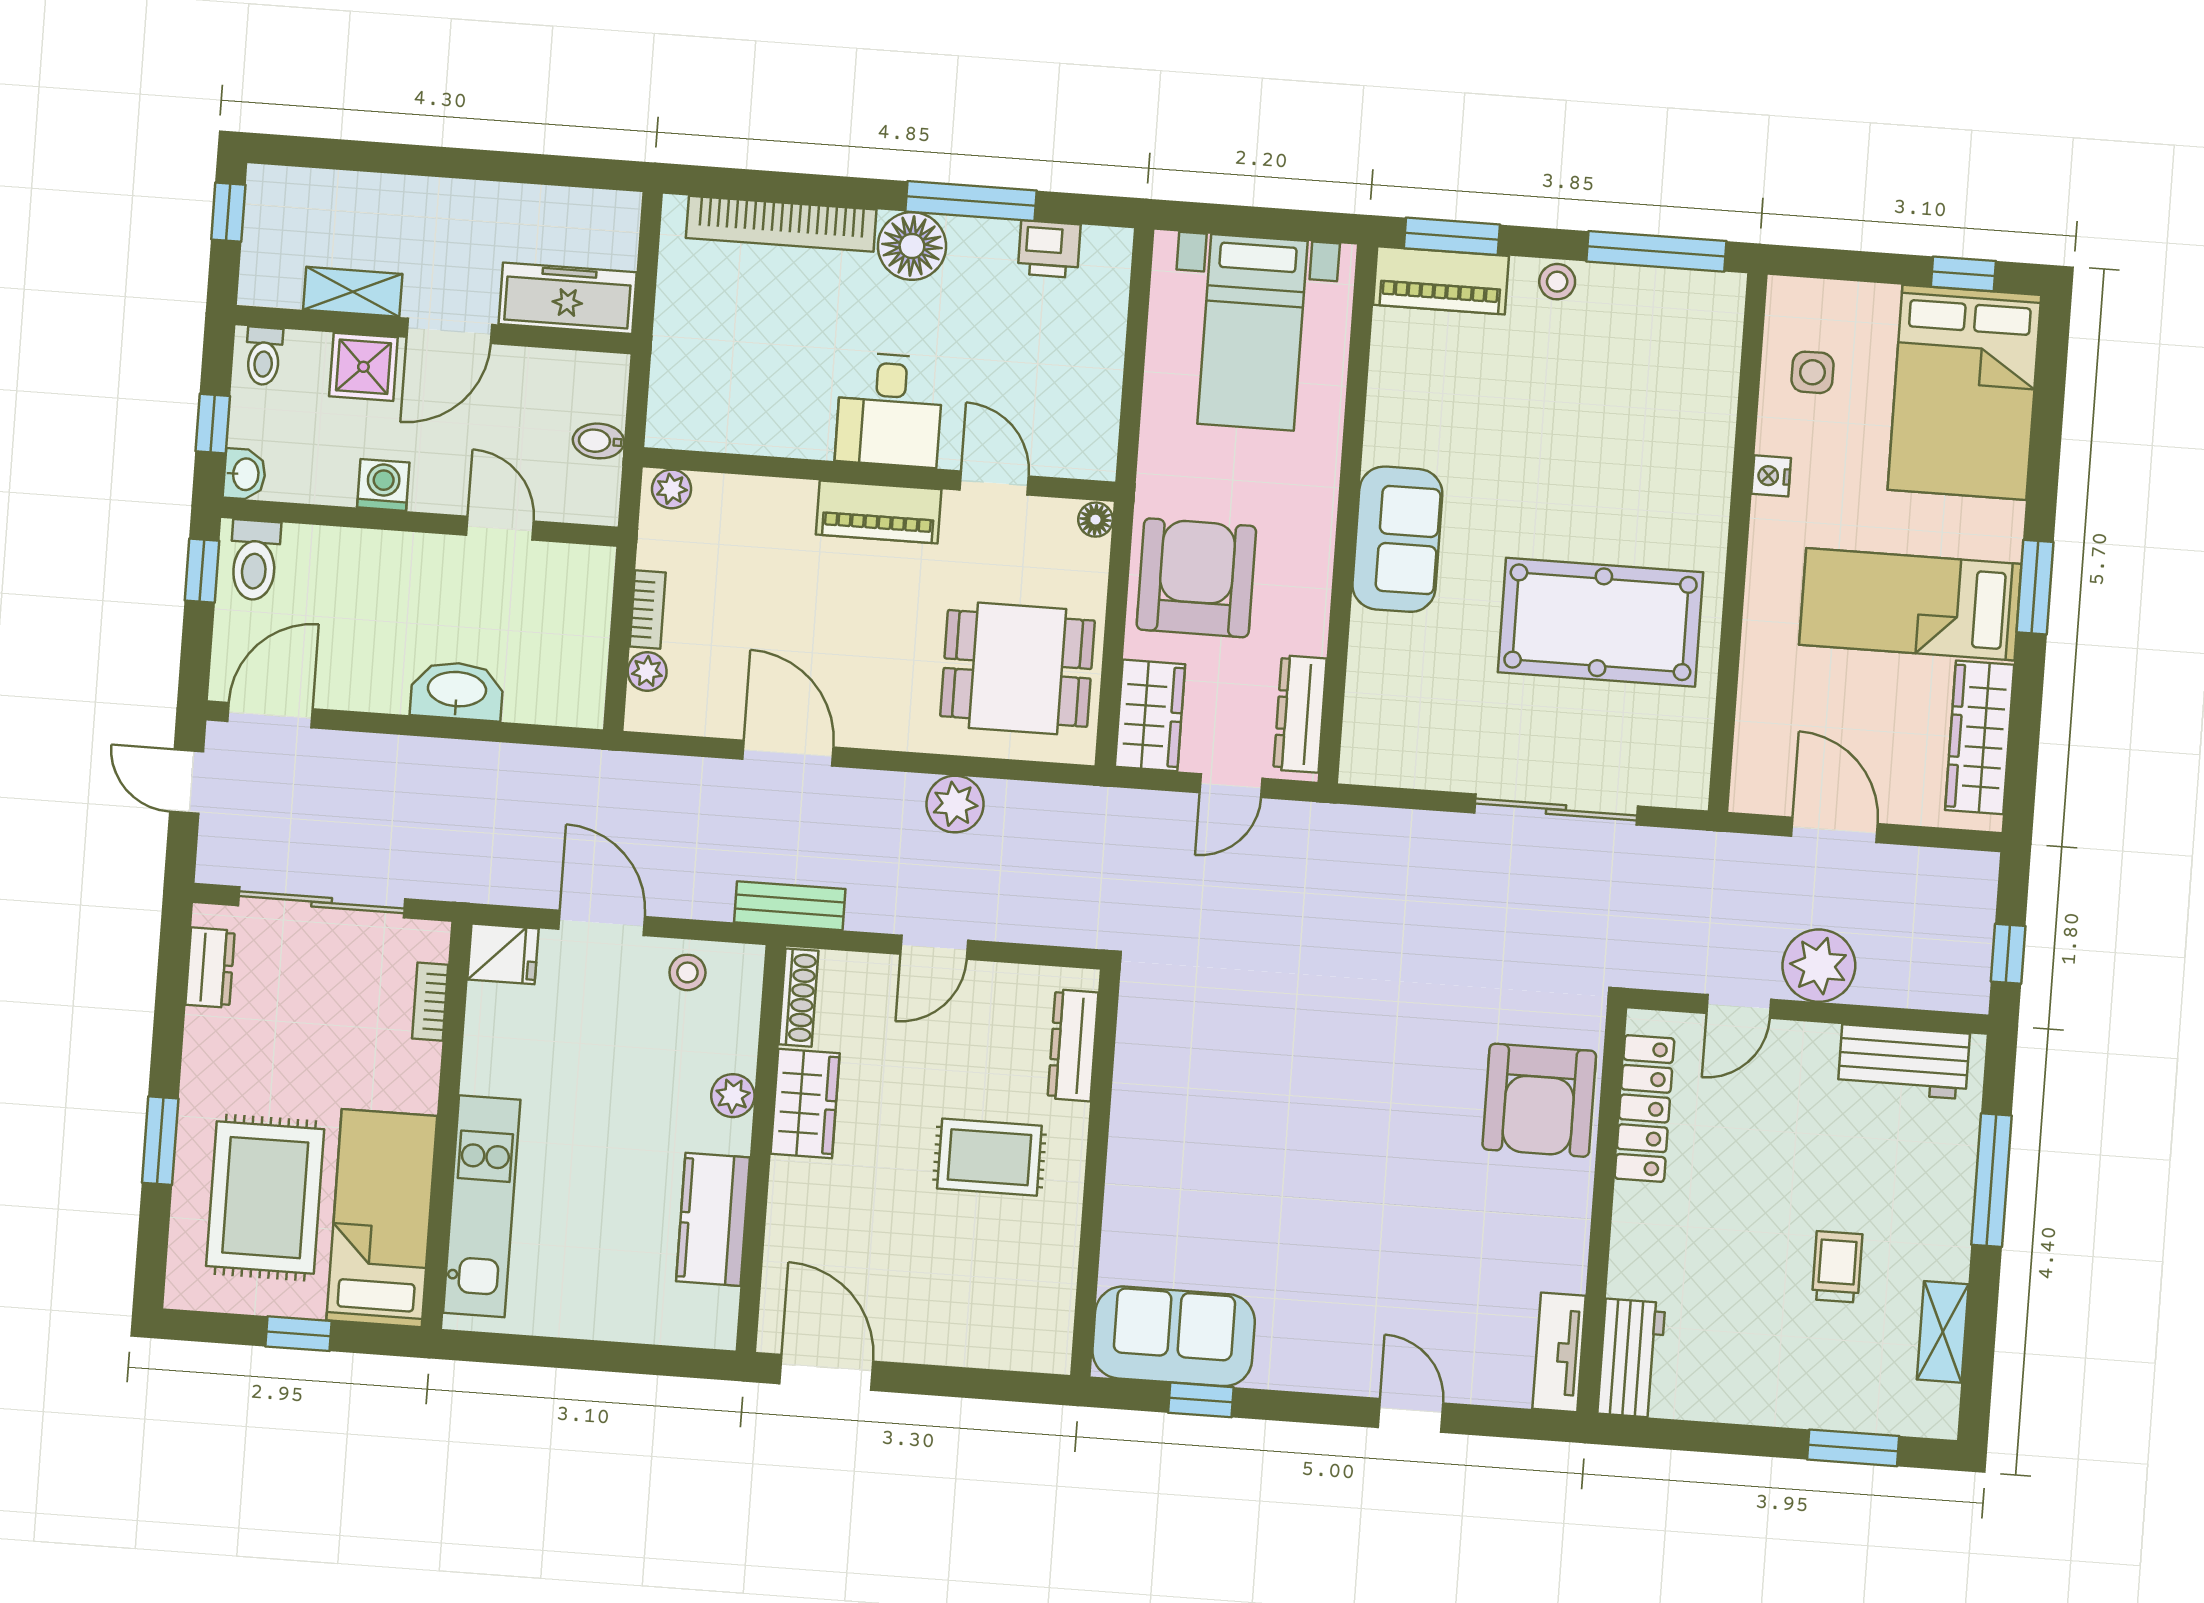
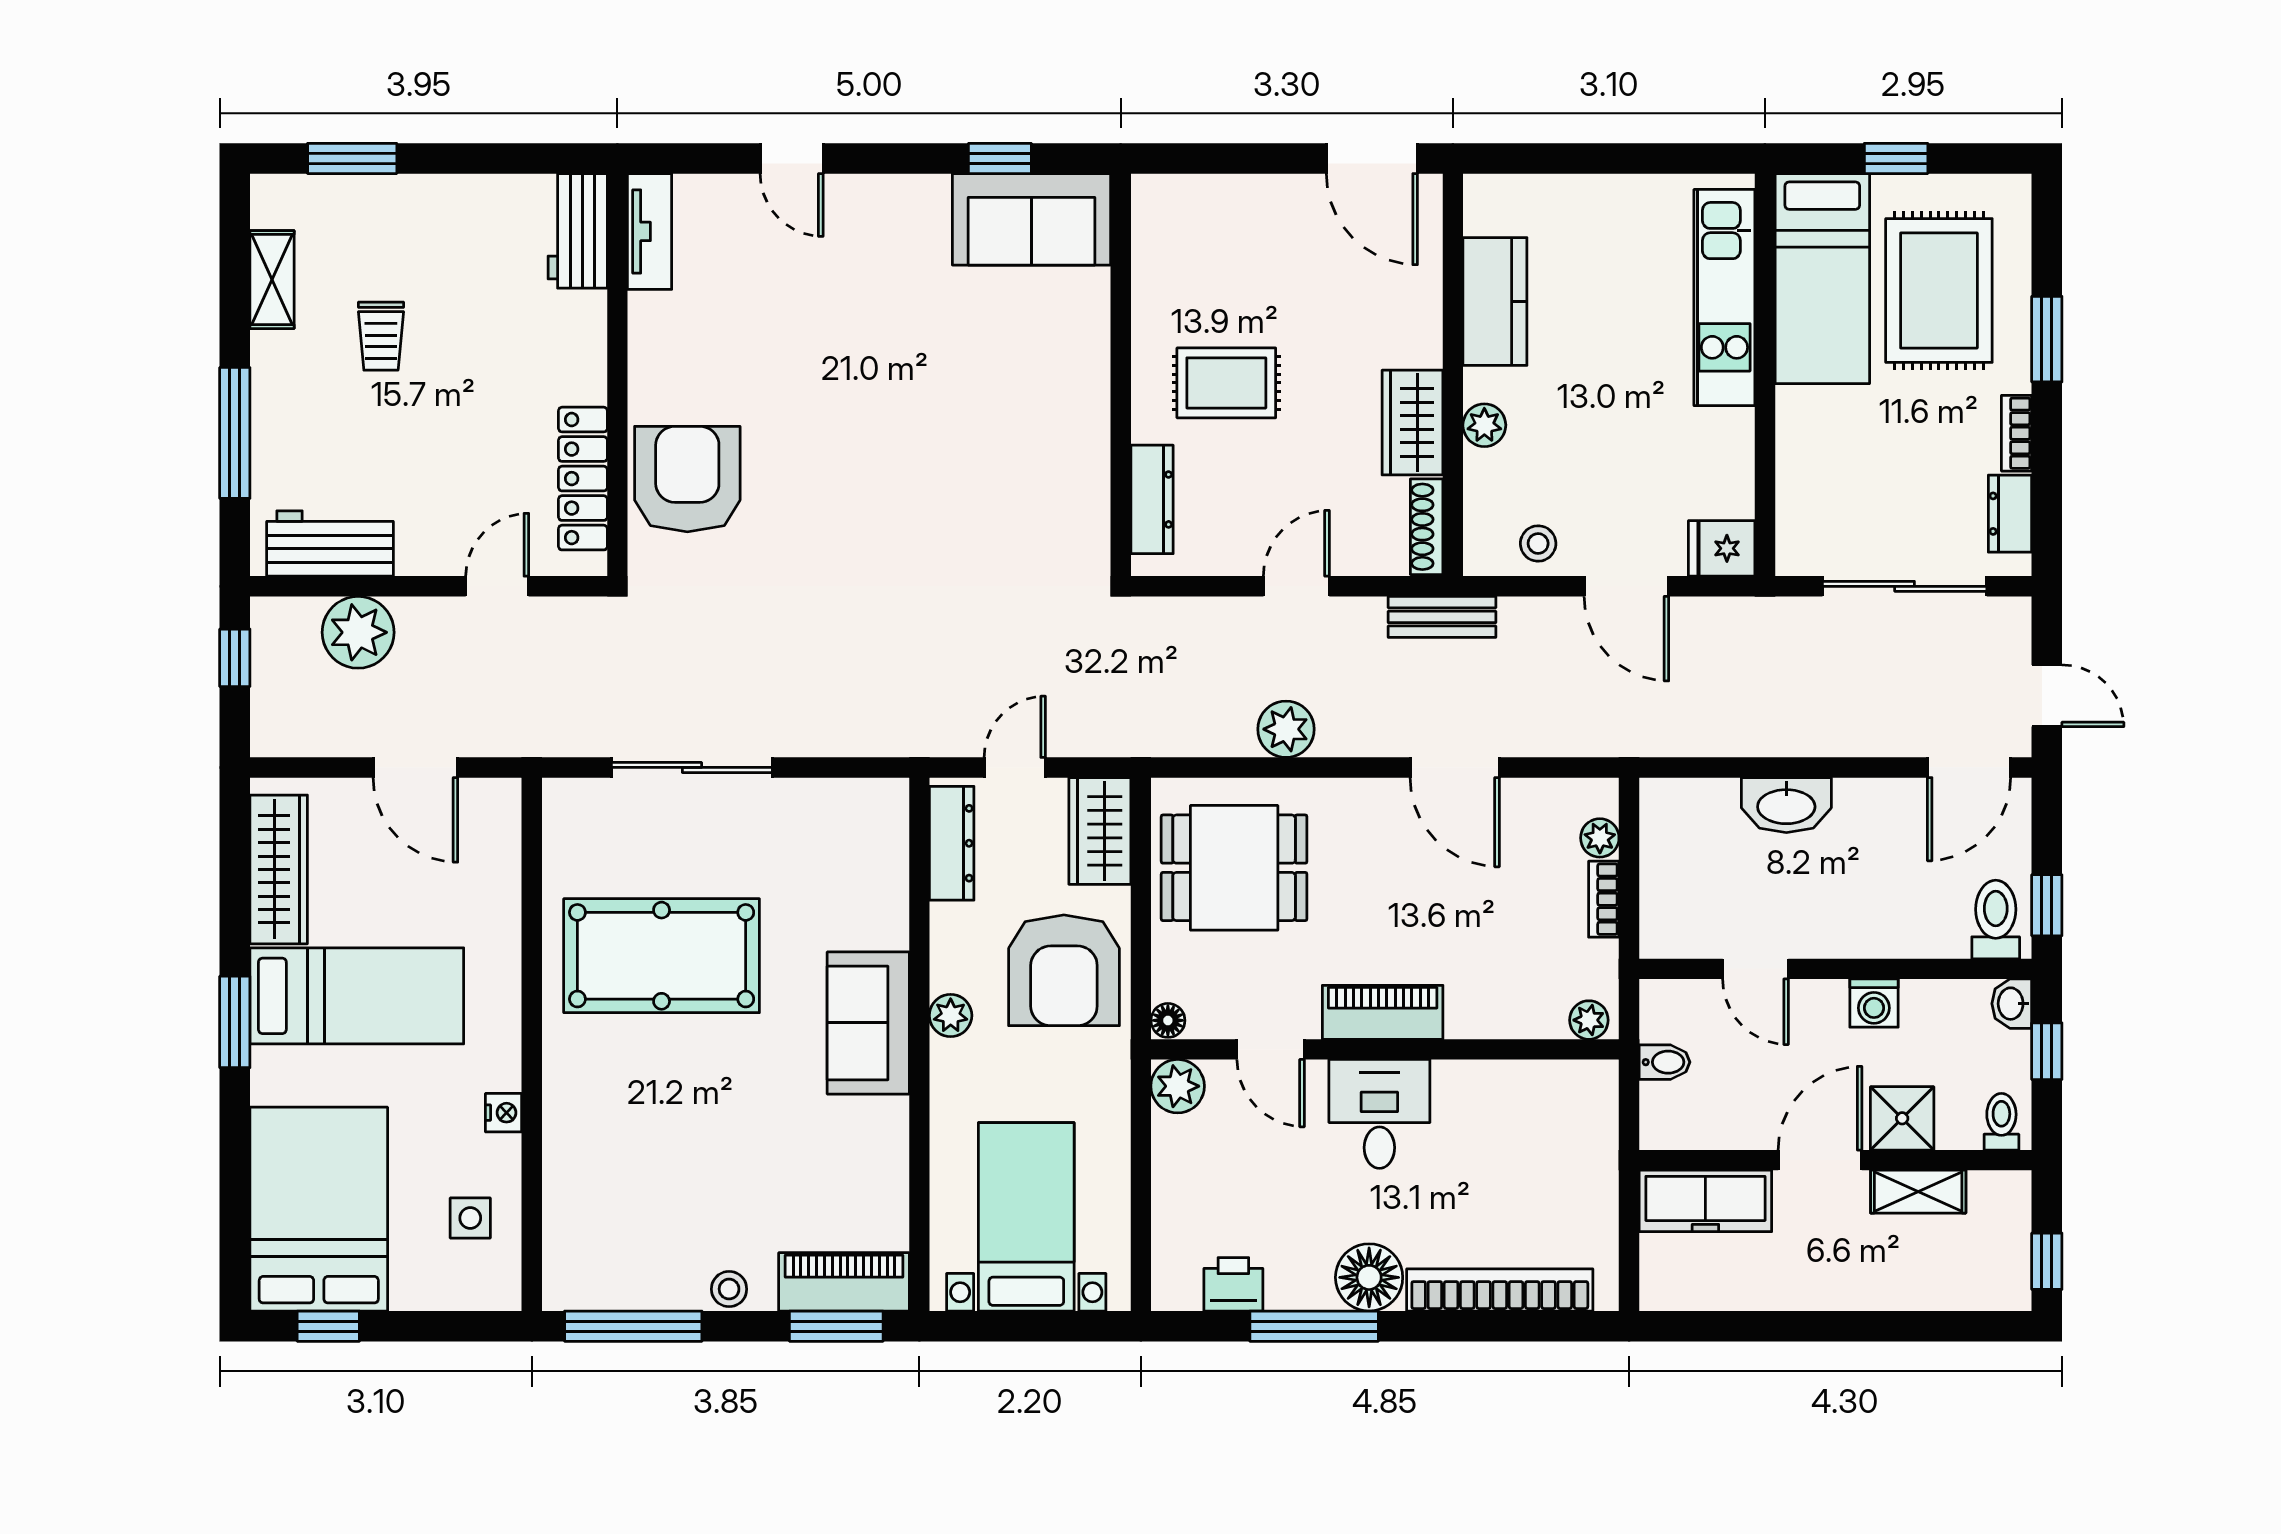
plant: (1091, 453) -> (1178, 1086), added
plant: (1314, 541) -> (951, 1015), added
plant: (1819, 966) -> (358, 632), moved
bookcase: (430, 1002) -> (2017, 433), moved, turned 180

